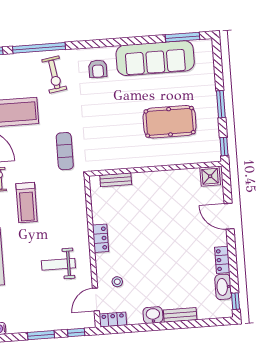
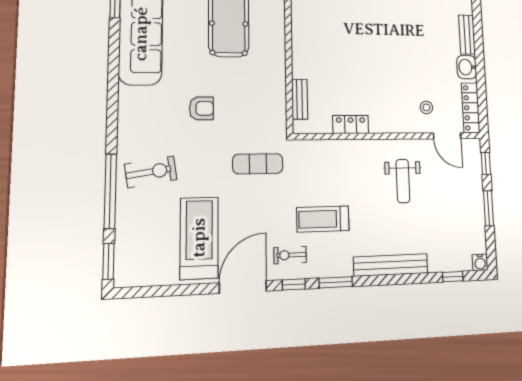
armchair: (98, 69) -> (201, 108), moved
treadmill: (27, 203) -> (323, 219), turned 180
locker: (101, 238) -> (351, 125), moved
locker: (113, 320) -> (471, 108), width x1.53

